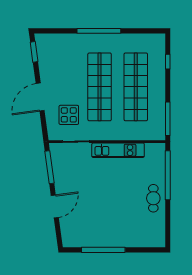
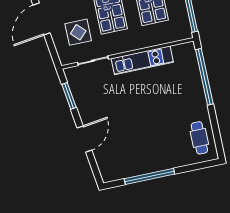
window: (50, 167) -> (69, 96), width x0.69
cafe table: (153, 198) -> (199, 138), moved

